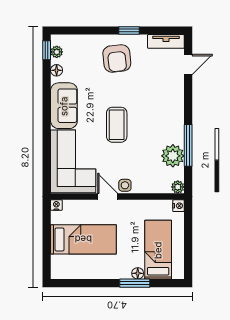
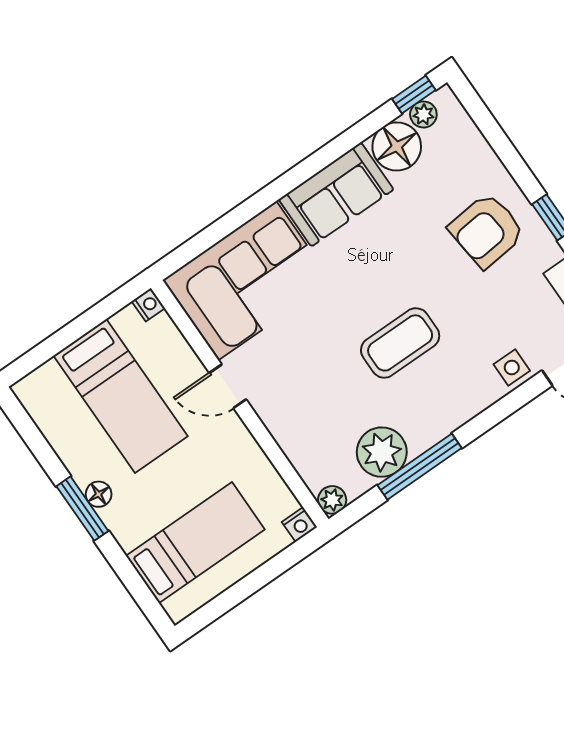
floor lamp: (57, 70) -> (397, 146), width x1.89, depth x1.89
coffee table: (117, 125) -> (400, 343), moved
side table: (125, 185) -> (512, 368), moved
door: (108, 197) -> (228, 386), swing flipped
floor lamp: (138, 273) -> (99, 494), moved
window: (135, 283) -> (82, 509), moved

